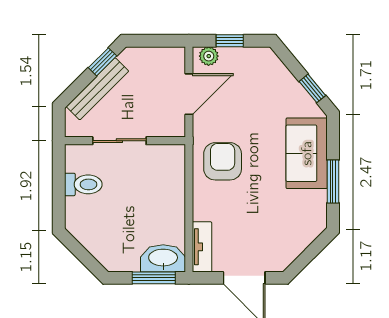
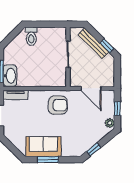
plant: (209, 56) -> (110, 123), moved
sofa: (307, 153) -> (43, 147), moved
toilet: (83, 184) -> (31, 36), moved

